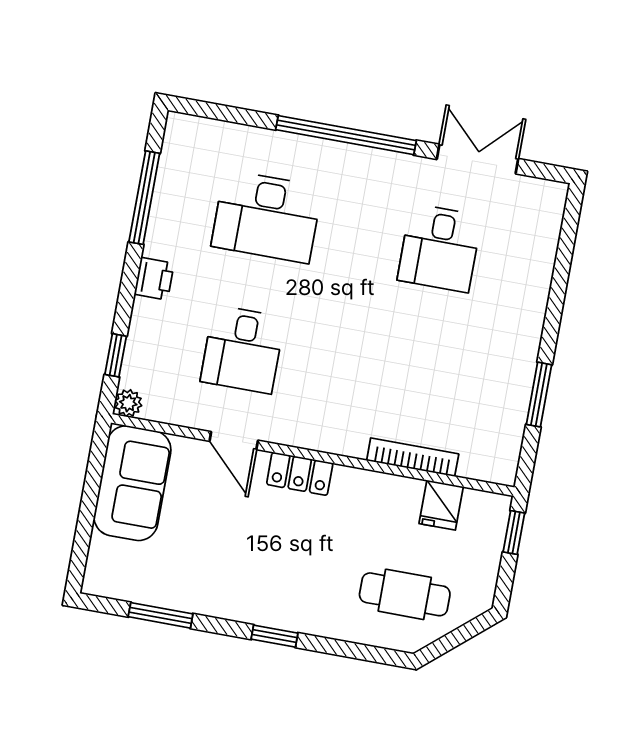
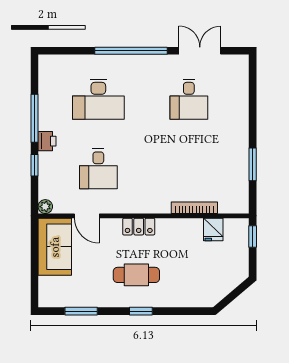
window: (144, 198) -> (35, 118), moved
window: (116, 355) -> (35, 165), moved
door: (234, 441) -> (87, 216), moved
cafe table: (405, 594) -> (136, 275), moved

